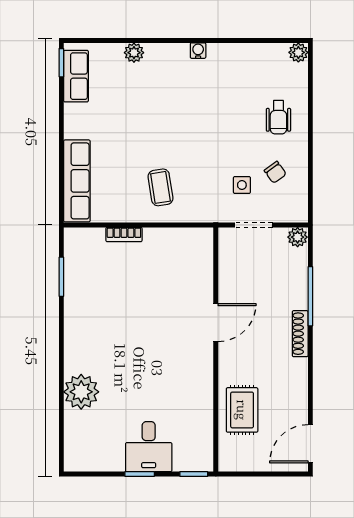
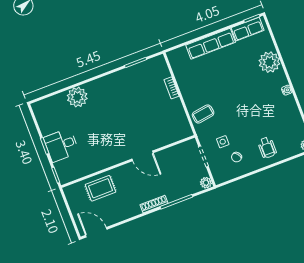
plant: (134, 53) -> (269, 62), width x1.87, depth x1.87
wheelchair: (278, 117) -> (267, 148), turned -90
row of seats: (77, 181) -> (211, 44), moved
coffee table: (160, 187) -> (203, 114), moved

